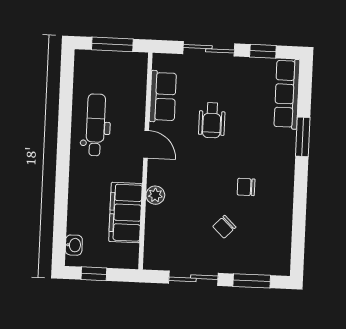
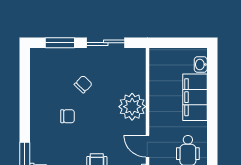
plant: (155, 195) -> (132, 107), width x1.87, depth x1.87
filing cabinet: (125, 213) -> (195, 97), moved, turned 180
window: (94, 274) -> (184, 43), removed

